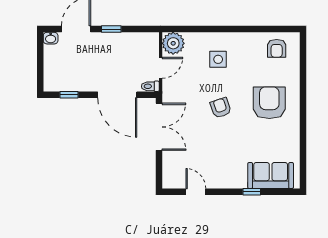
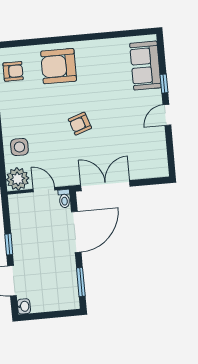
side table: (218, 59) -> (19, 147), moved
window: (69, 95) -> (81, 282), width x1.50
armchair: (269, 103) -> (59, 66), moved
door: (196, 192) -> (167, 115), moved

